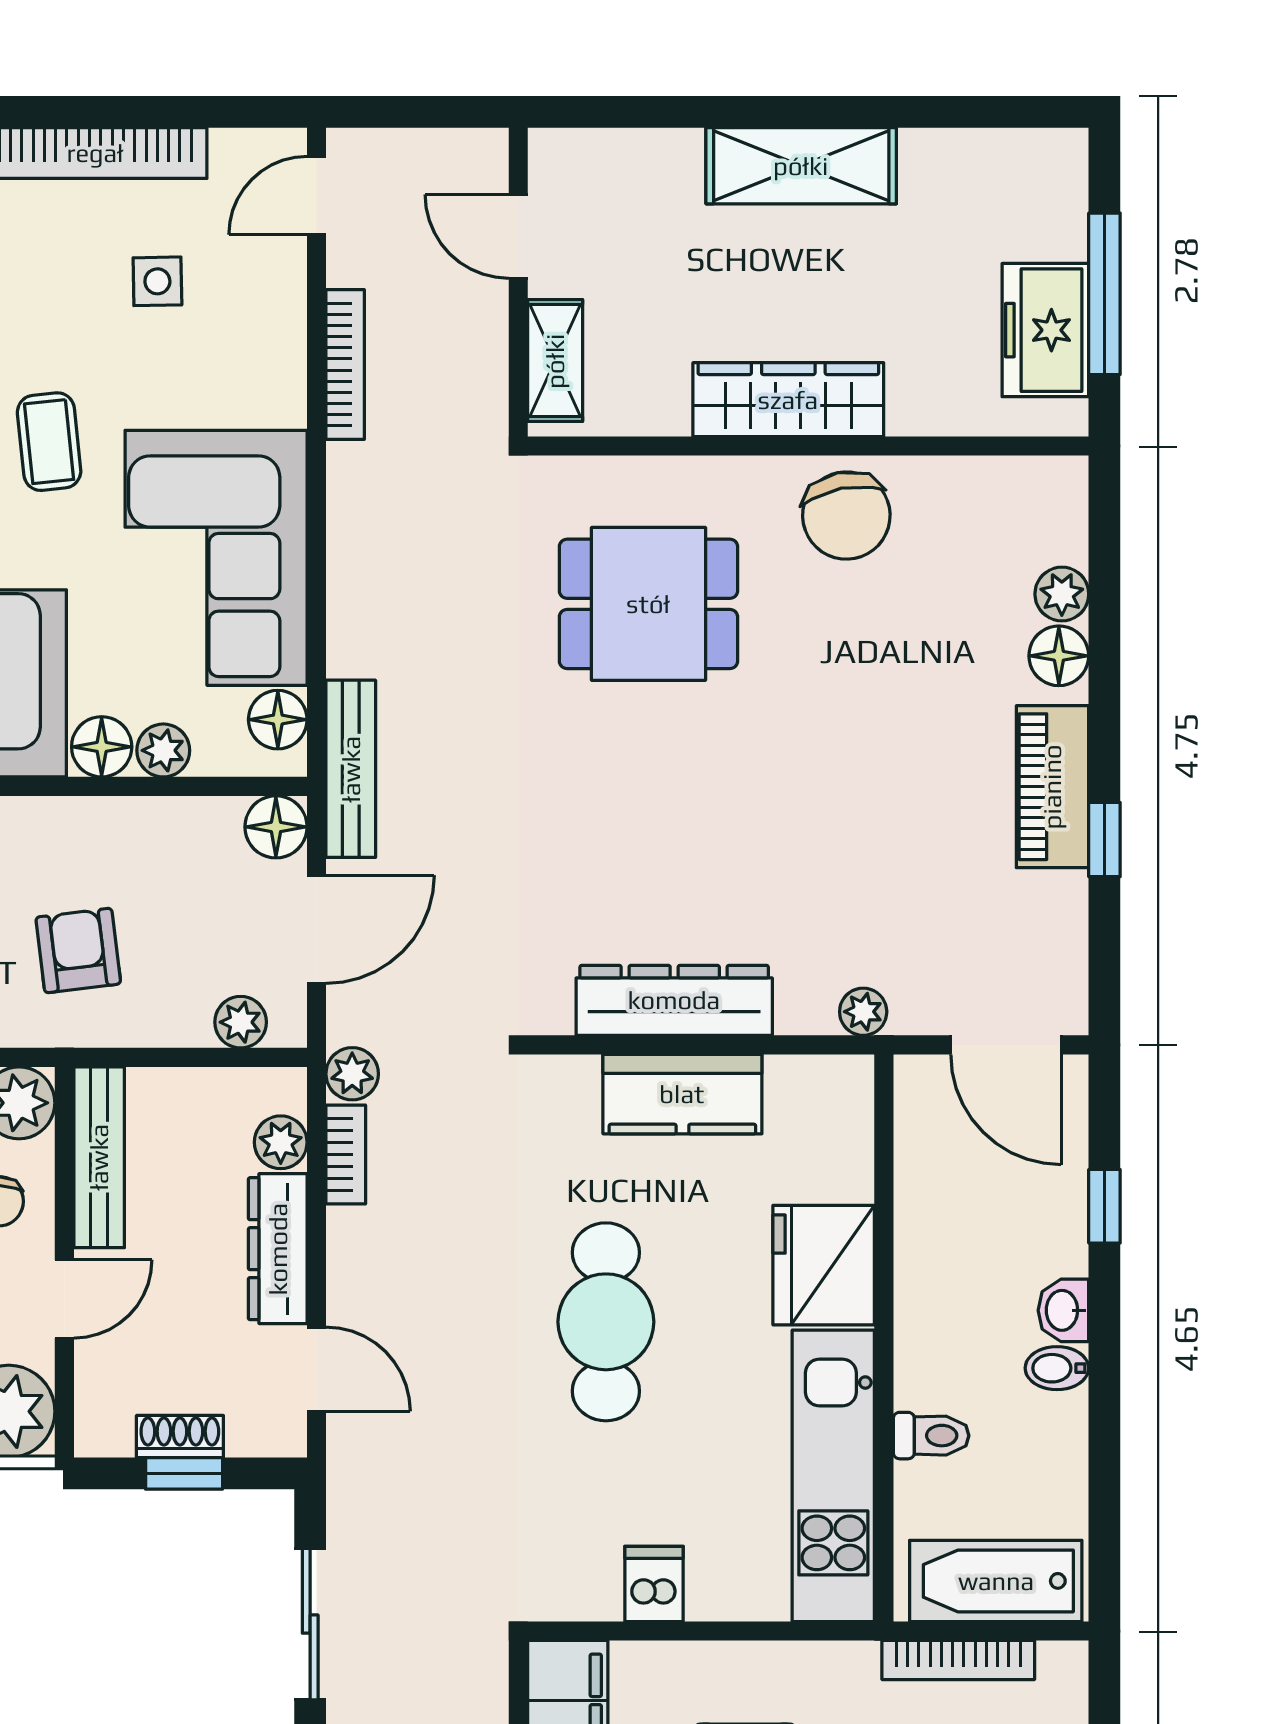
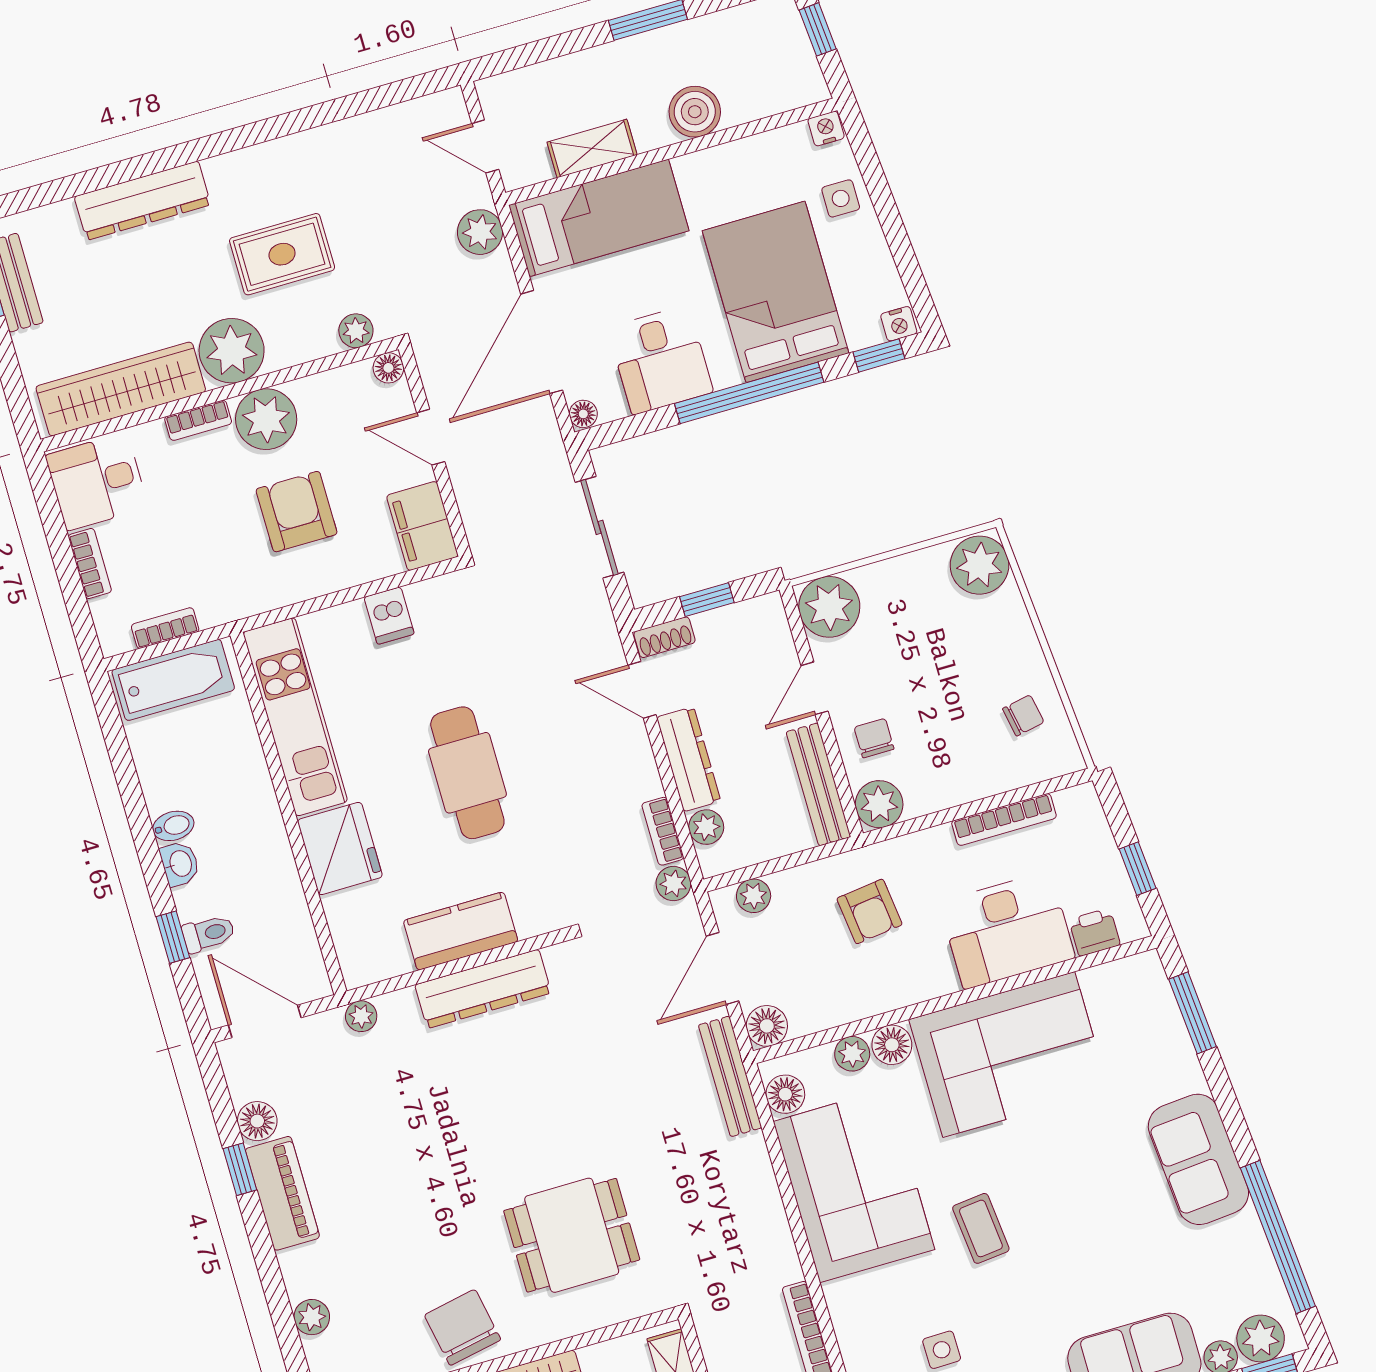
floor lamp: (1059, 656) -> (257, 1121), moved
toilet: (931, 1436) -> (209, 933), moved, turned 180
shoe rack: (180, 1437) -> (664, 637), moved
bookcase: (958, 1660) -> (165, 628), width x0.64

